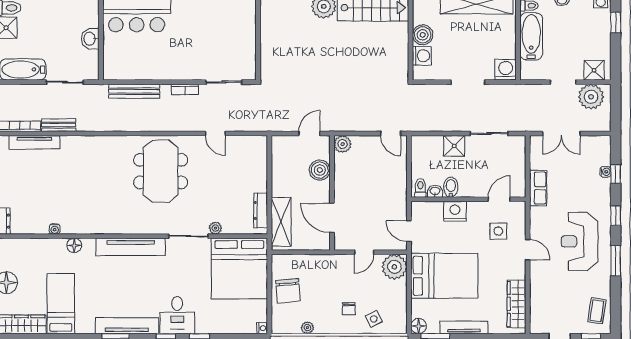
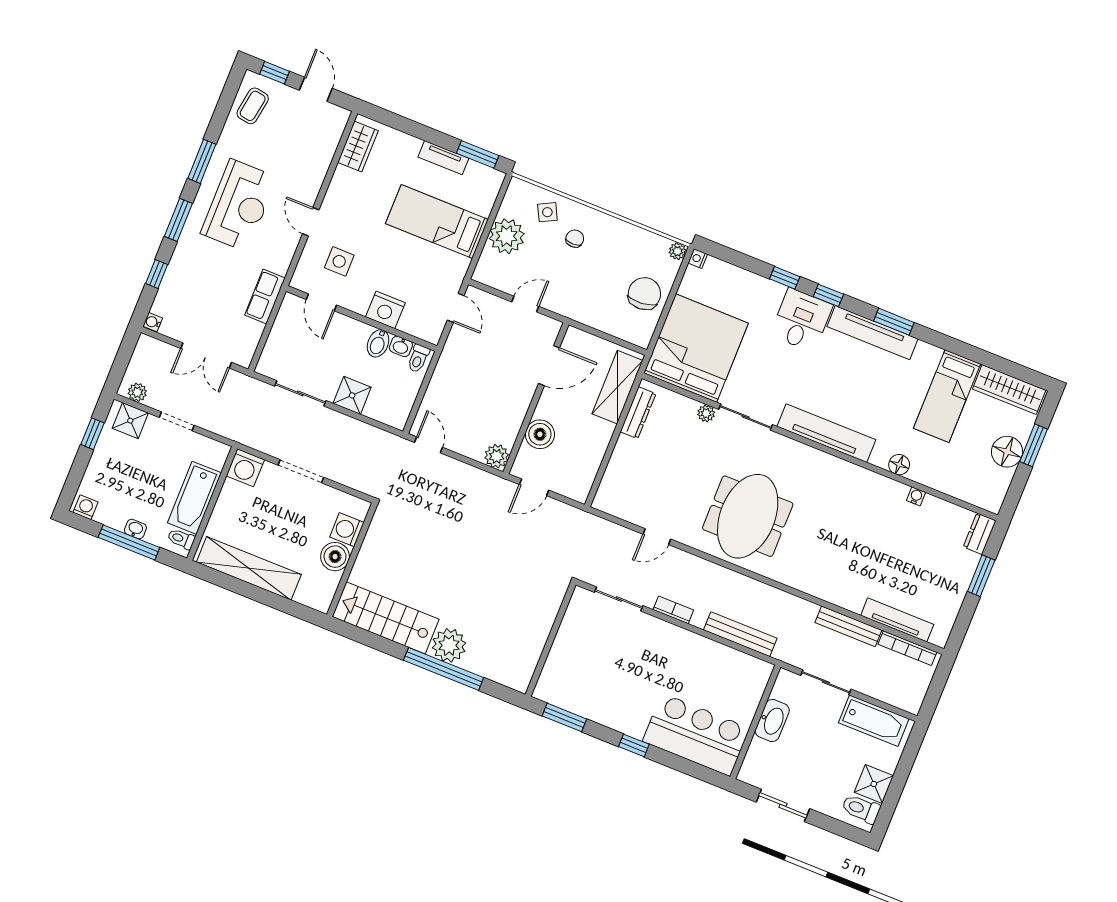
window: (616, 23) -> (92, 434), moved
washbasin: (90, 39) -> (772, 720), width x1.38
plant: (591, 97) -> (137, 392), width x0.53, depth x0.53
bench: (59, 125) -> (848, 626), width x1.36
door: (215, 134) -> (657, 537), swing flipped
double door: (561, 134) -> (206, 355), swing flipped
water cooler: (605, 172) -> (153, 322), moved
door: (499, 199) -> (321, 302), hinge flipped
window: (616, 216) -> (178, 220), width x1.50
door: (332, 218) -> (549, 366), hinge flipped
plant: (394, 267) -> (507, 236), moved
bed: (444, 276) -> (437, 222), width x0.67
wardrobe: (517, 304) -> (358, 147), width x0.67
floor lamp: (419, 326) -> (493, 179), removed
tv unit: (464, 327) -> (443, 158), width x0.71
plant: (307, 328) -> (677, 251), moved

